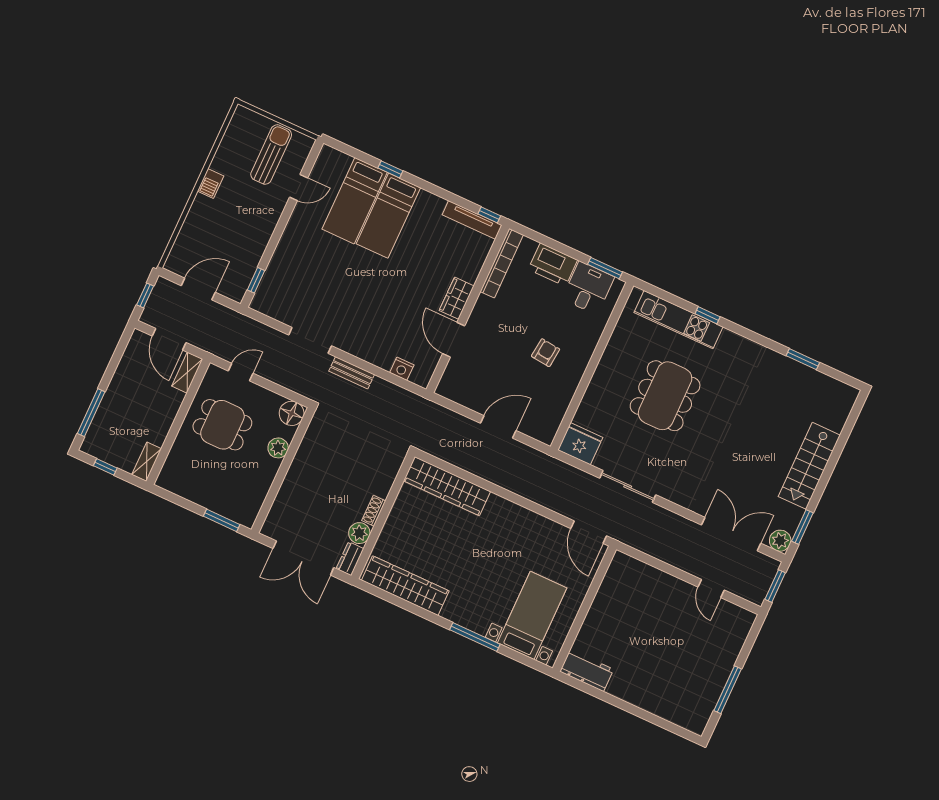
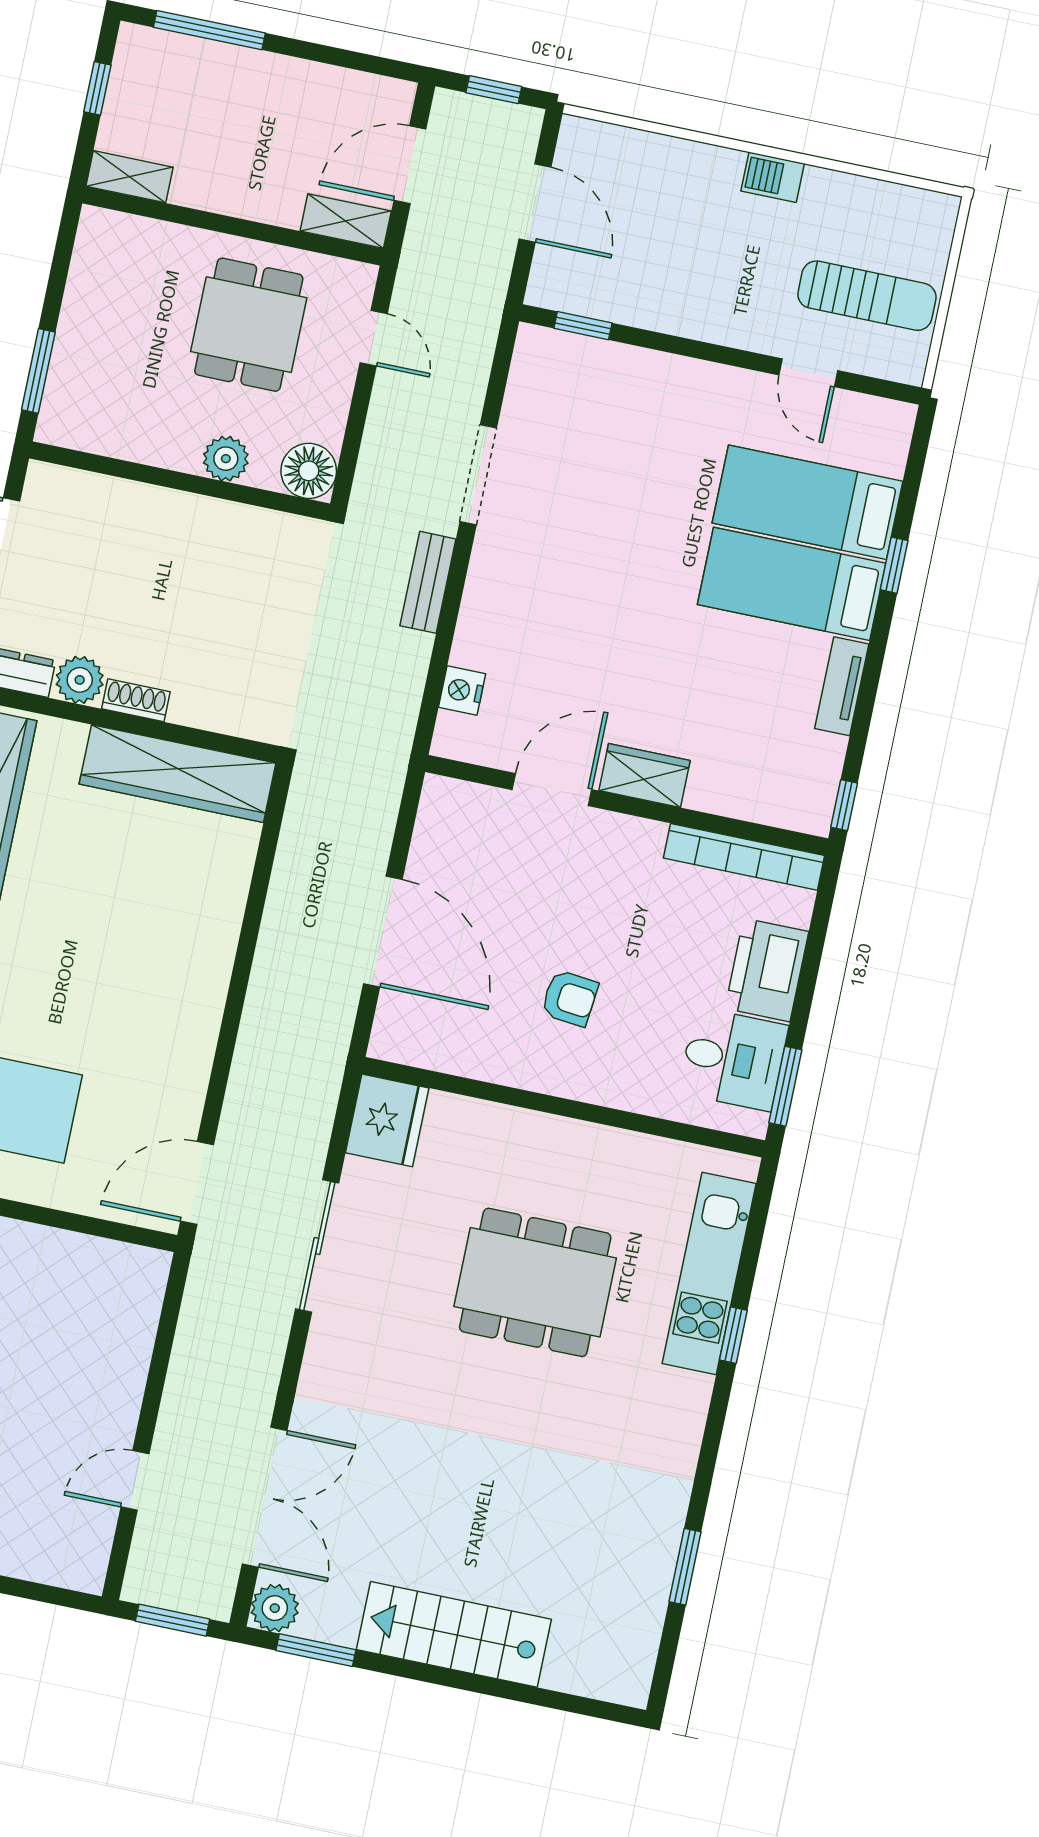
tv unit: (472, 220) -> (842, 686), moved, width x0.71
door: (498, 427) -> (383, 931), width x1.36
wardrobe: (447, 486) -> (178, 774), moved, turned -90

